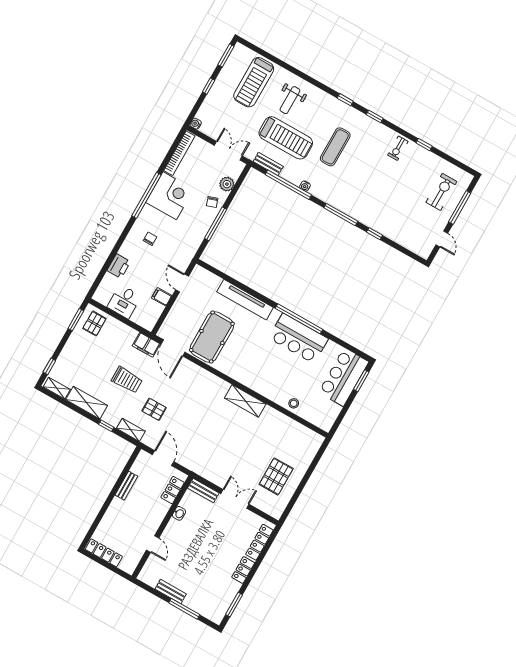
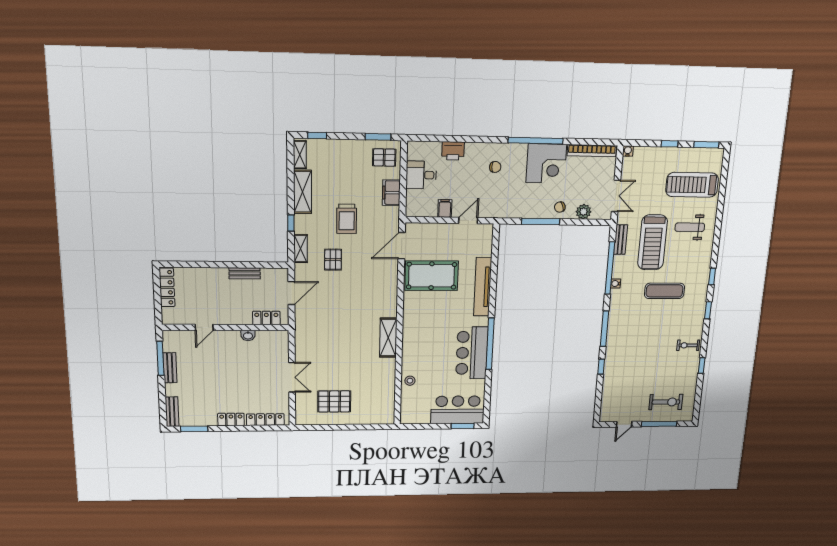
filing cabinet: (146, 345) -> (391, 193), moved
bench: (203, 491) -> (172, 412), moved
window: (184, 609) -> (160, 358), moved

